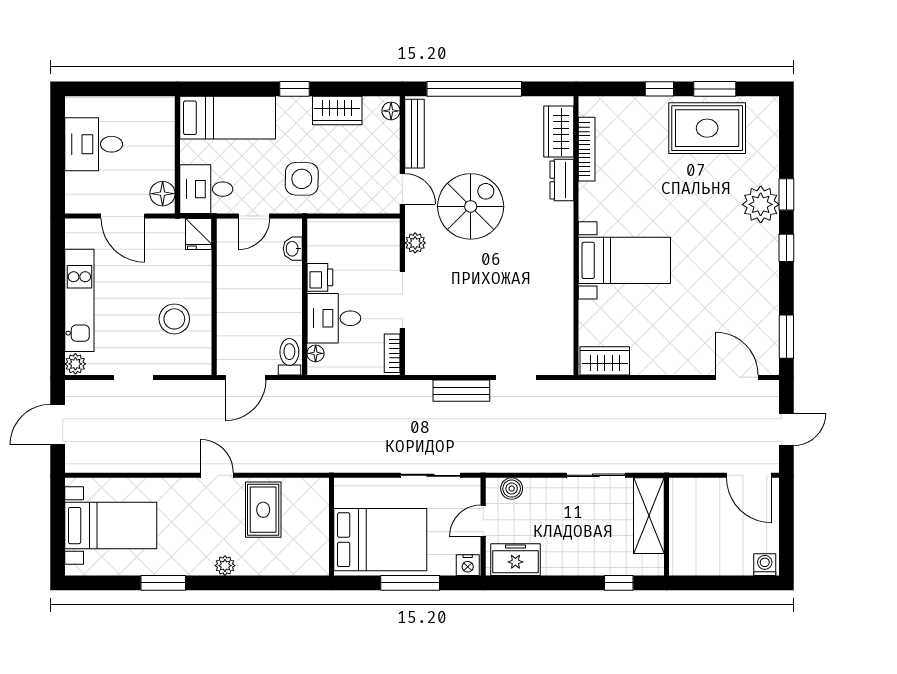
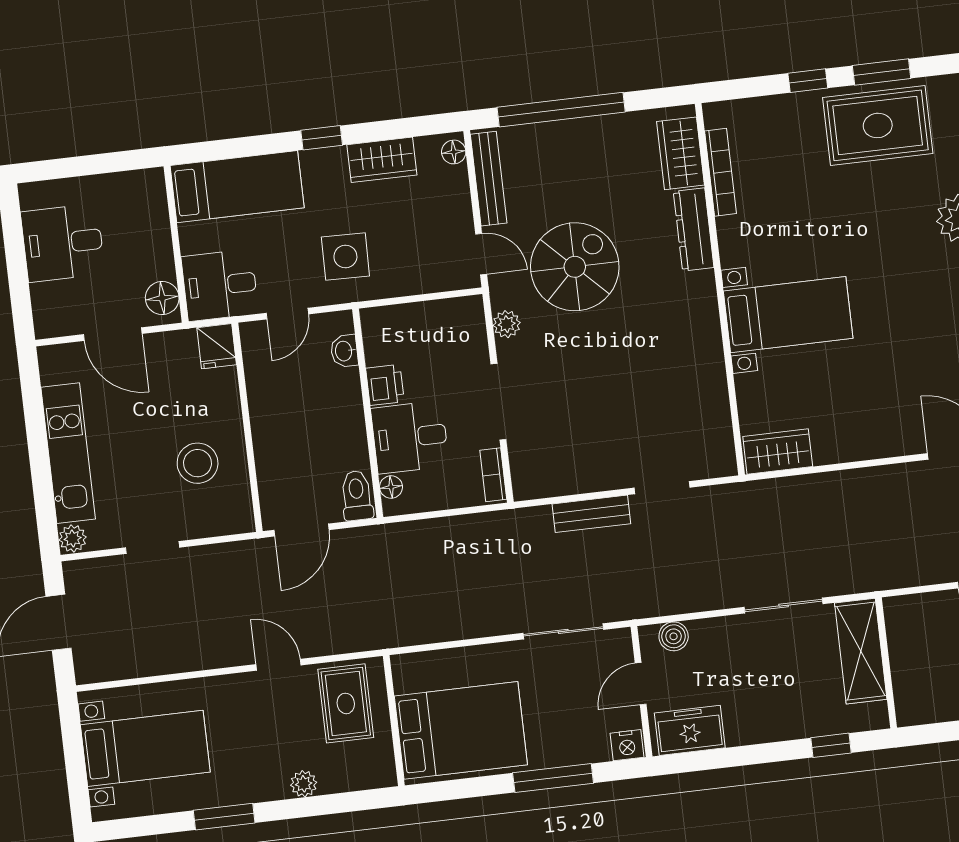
dresser: (562, 180) -> (694, 229), width x1.44
wall: (332, 527) -> (394, 721), moved
bed: (380, 540) -> (461, 730), moved

